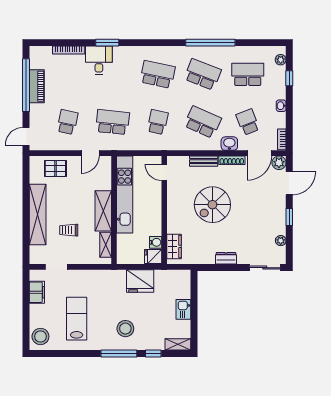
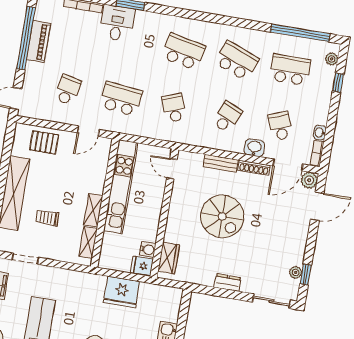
window: (210, 43) -> (300, 33), moved
washbasin: (281, 106) -> (320, 133), moved
school desk: (158, 122) -> (174, 108), turned -33
school desk: (203, 122) -> (227, 117), width x0.54
spiral stairs: (212, 205) -> (222, 216), turned -90
shelving: (103, 211) -> (93, 210), width x0.67, depth x0.75
window: (289, 217) -> (306, 275), moved

